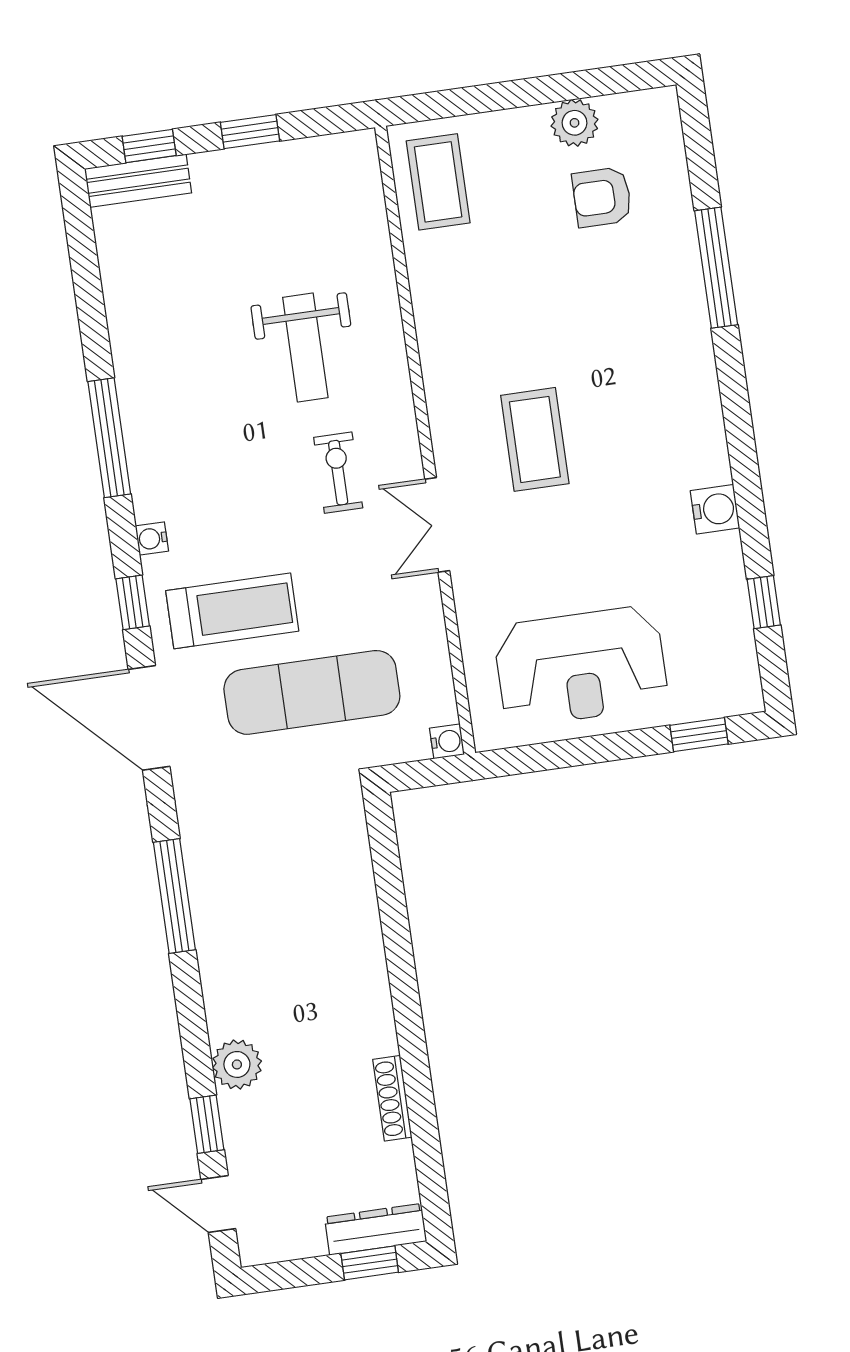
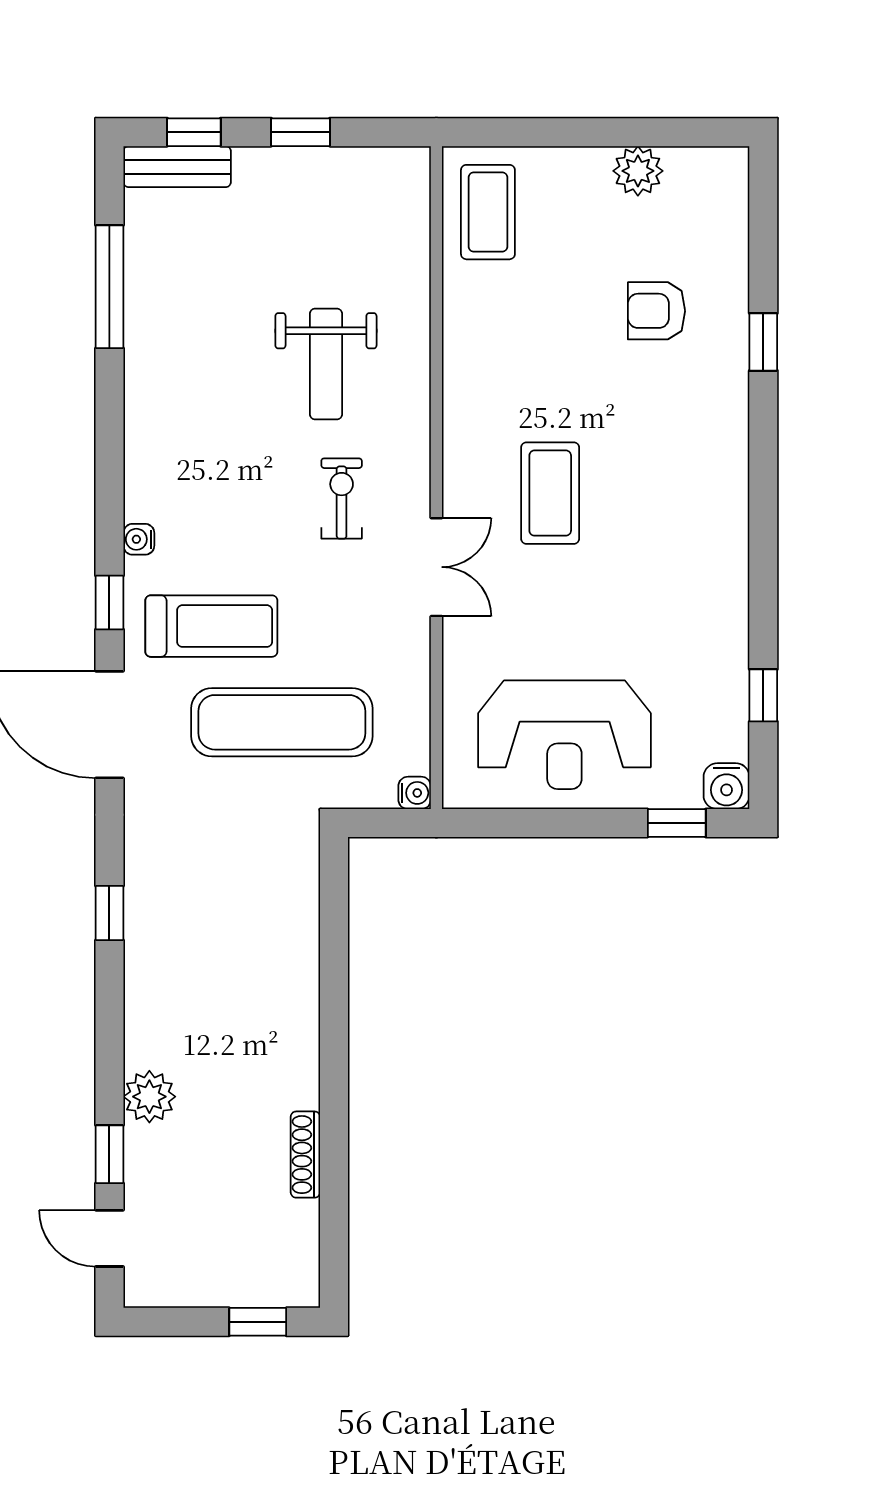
armchair: (602, 197) -> (656, 311), moved
window: (716, 268) -> (763, 342), width x0.46
window: (109, 438) -> (109, 287), moved
water cooler: (715, 509) -> (727, 786), moved, turned 90
double door: (437, 525) -> (436, 567), swing flipped
window: (174, 896) -> (109, 913), width x0.46
dresser: (376, 1229) -> (269, 1288), removed

